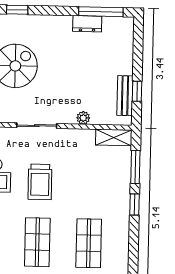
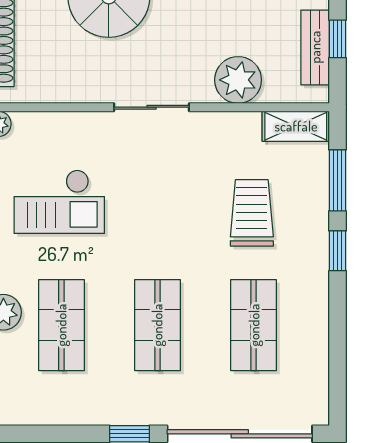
plant: (83, 118) -> (238, 80), width x1.87, depth x1.87
trolley: (40, 182) -> (252, 213), moved, turned 180

